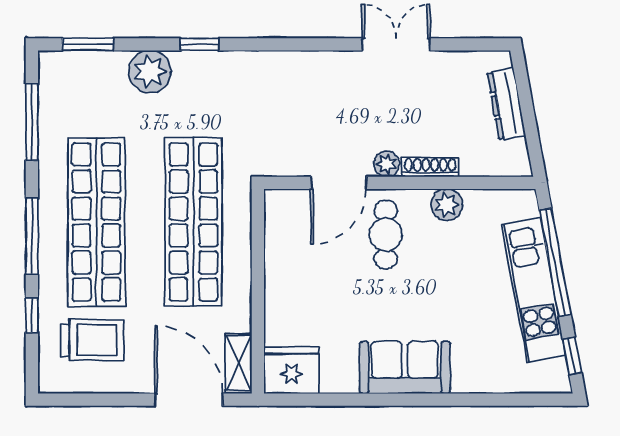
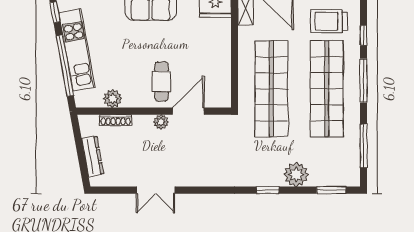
shoe rack: (430, 167) -> (116, 120), moved
plant: (447, 205) -> (113, 99), moved

